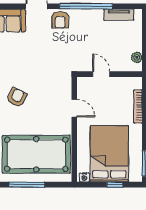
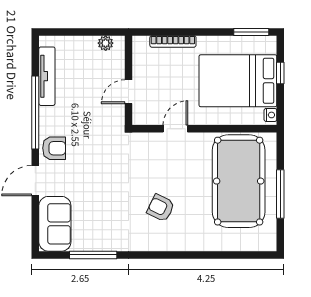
tv unit: (119, 15) -> (47, 76), width x1.41

